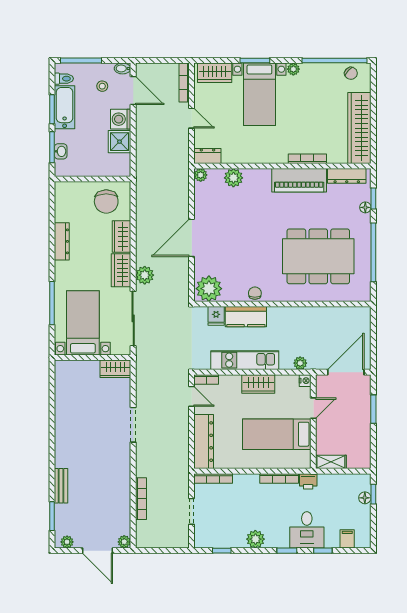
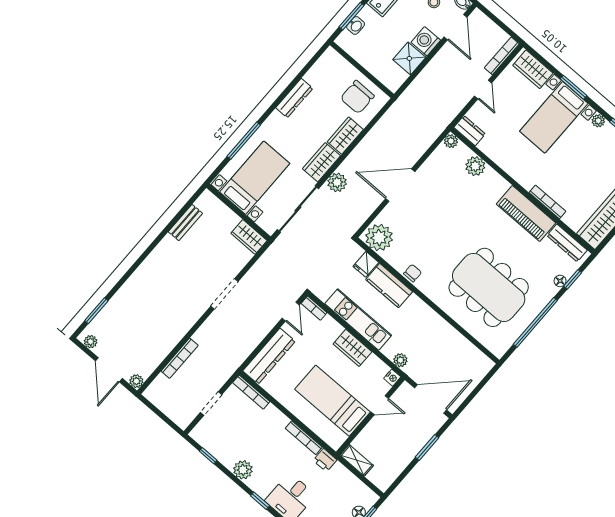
bench: (61, 486) -> (185, 223), moved

